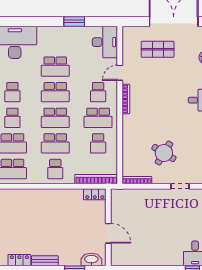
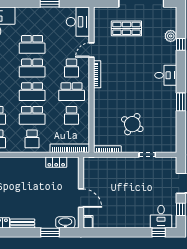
locker: (95, 194) -> (56, 162), moved
filing cabinet: (116, 259) -> (88, 222), added

